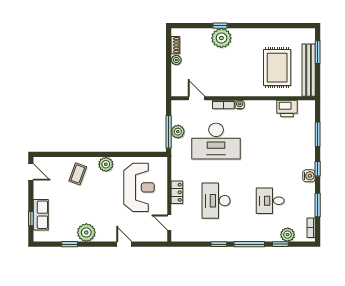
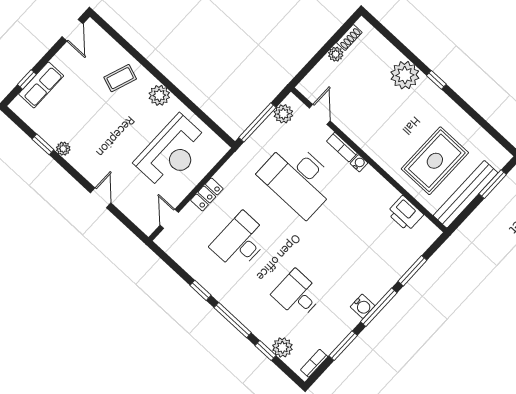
window: (220, 26) -> (436, 80), moved
plant: (178, 132) -> (283, 114), moved
window: (318, 169) -> (379, 307), width x2.17
plant: (86, 232) -> (63, 149), width x0.53, depth x0.53

